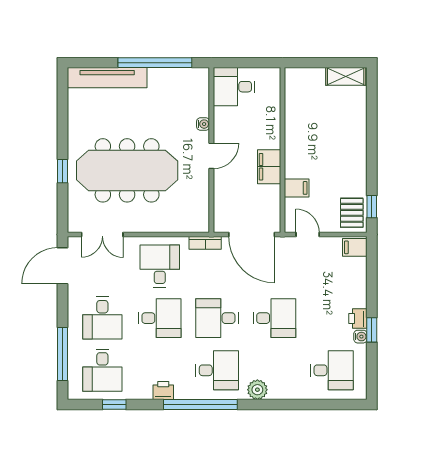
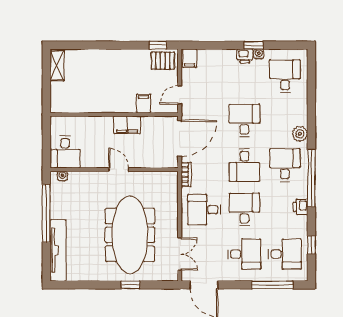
water cooler: (203, 124) -> (62, 176), moved

